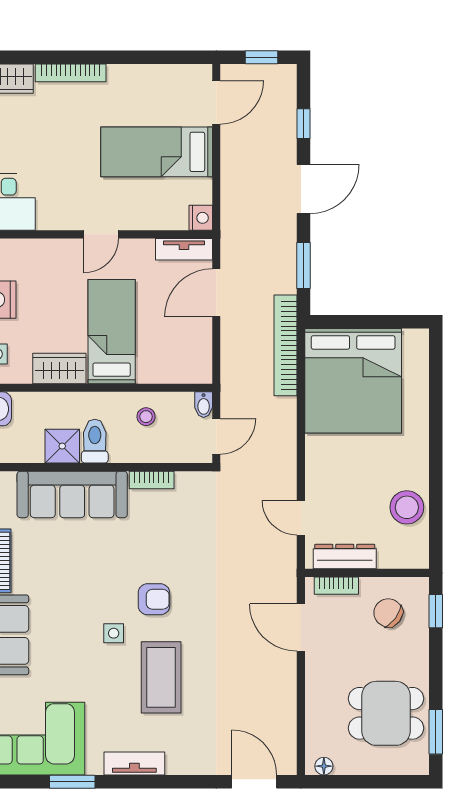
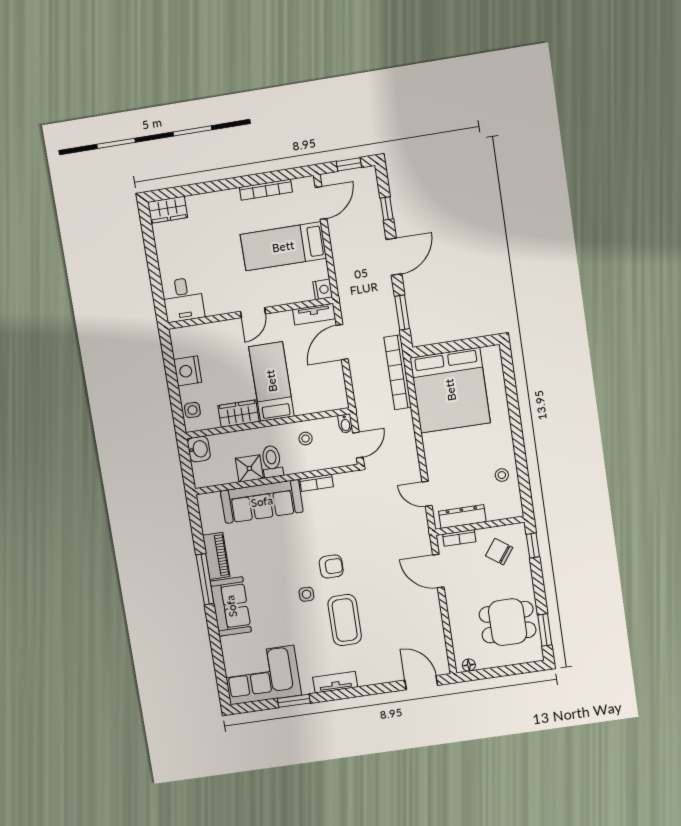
bookcase: (71, 73) -> (266, 190), moved
stool: (407, 507) -> (502, 475), width x0.53, depth x0.53

